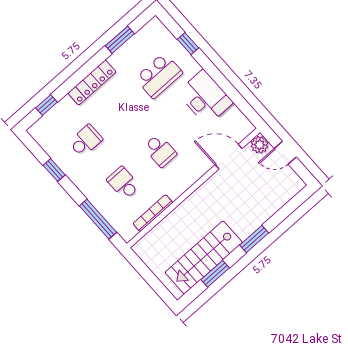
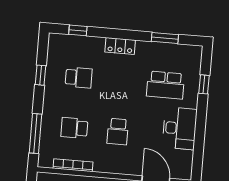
locker: (92, 83) -> (120, 46), width x0.66
school desk: (123, 183) -> (74, 128), turned -90

